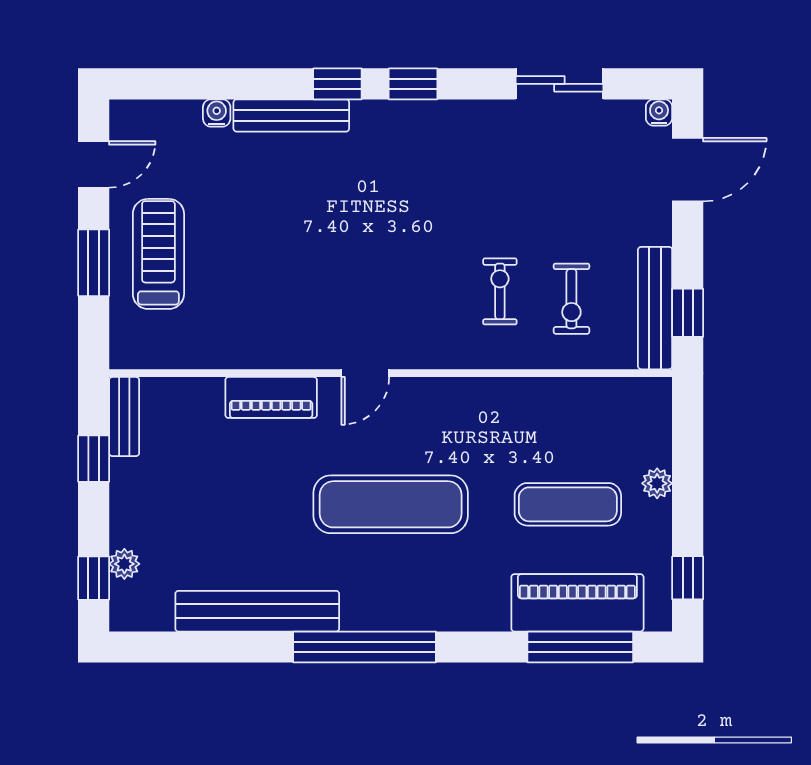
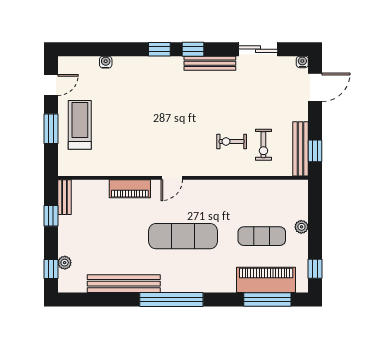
bench: (291, 115) -> (210, 63), moved
exercise bike: (500, 291) -> (232, 141), turned -90

